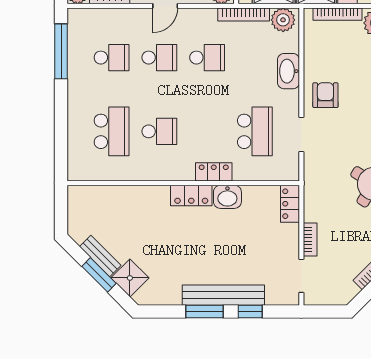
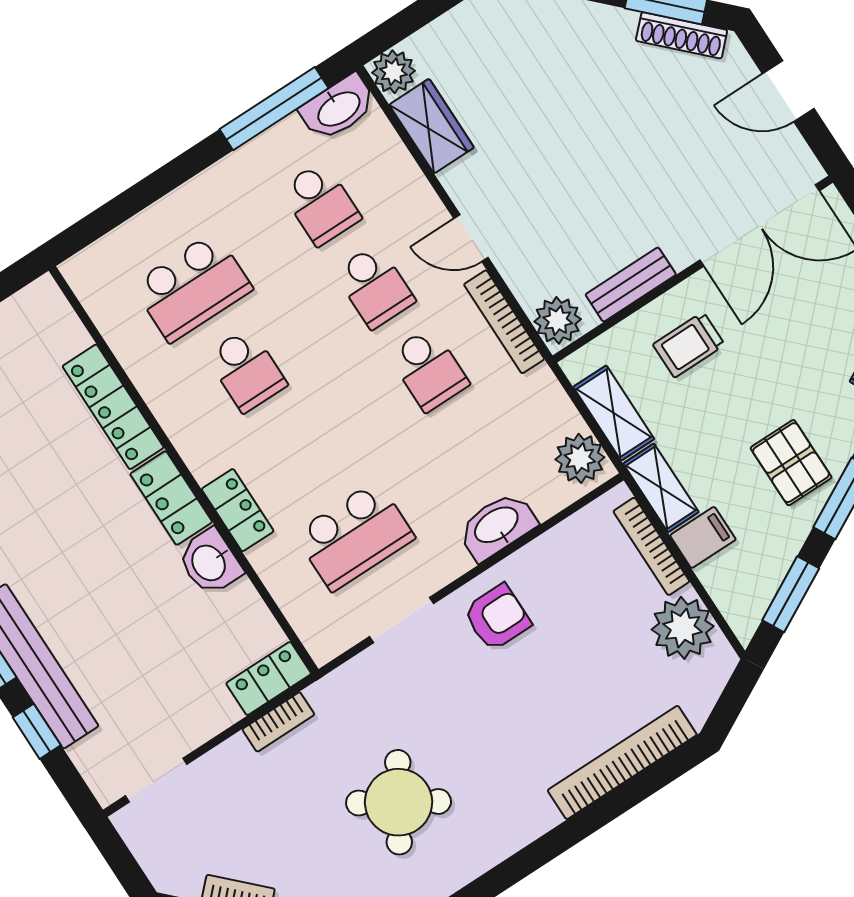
bookcase: (244, 14) -> (504, 322), moved
washbasin: (78, 25) -> (338, 108), added
locker: (139, 195) -> (113, 407), added
bookcase: (310, 239) -> (278, 722), moved

